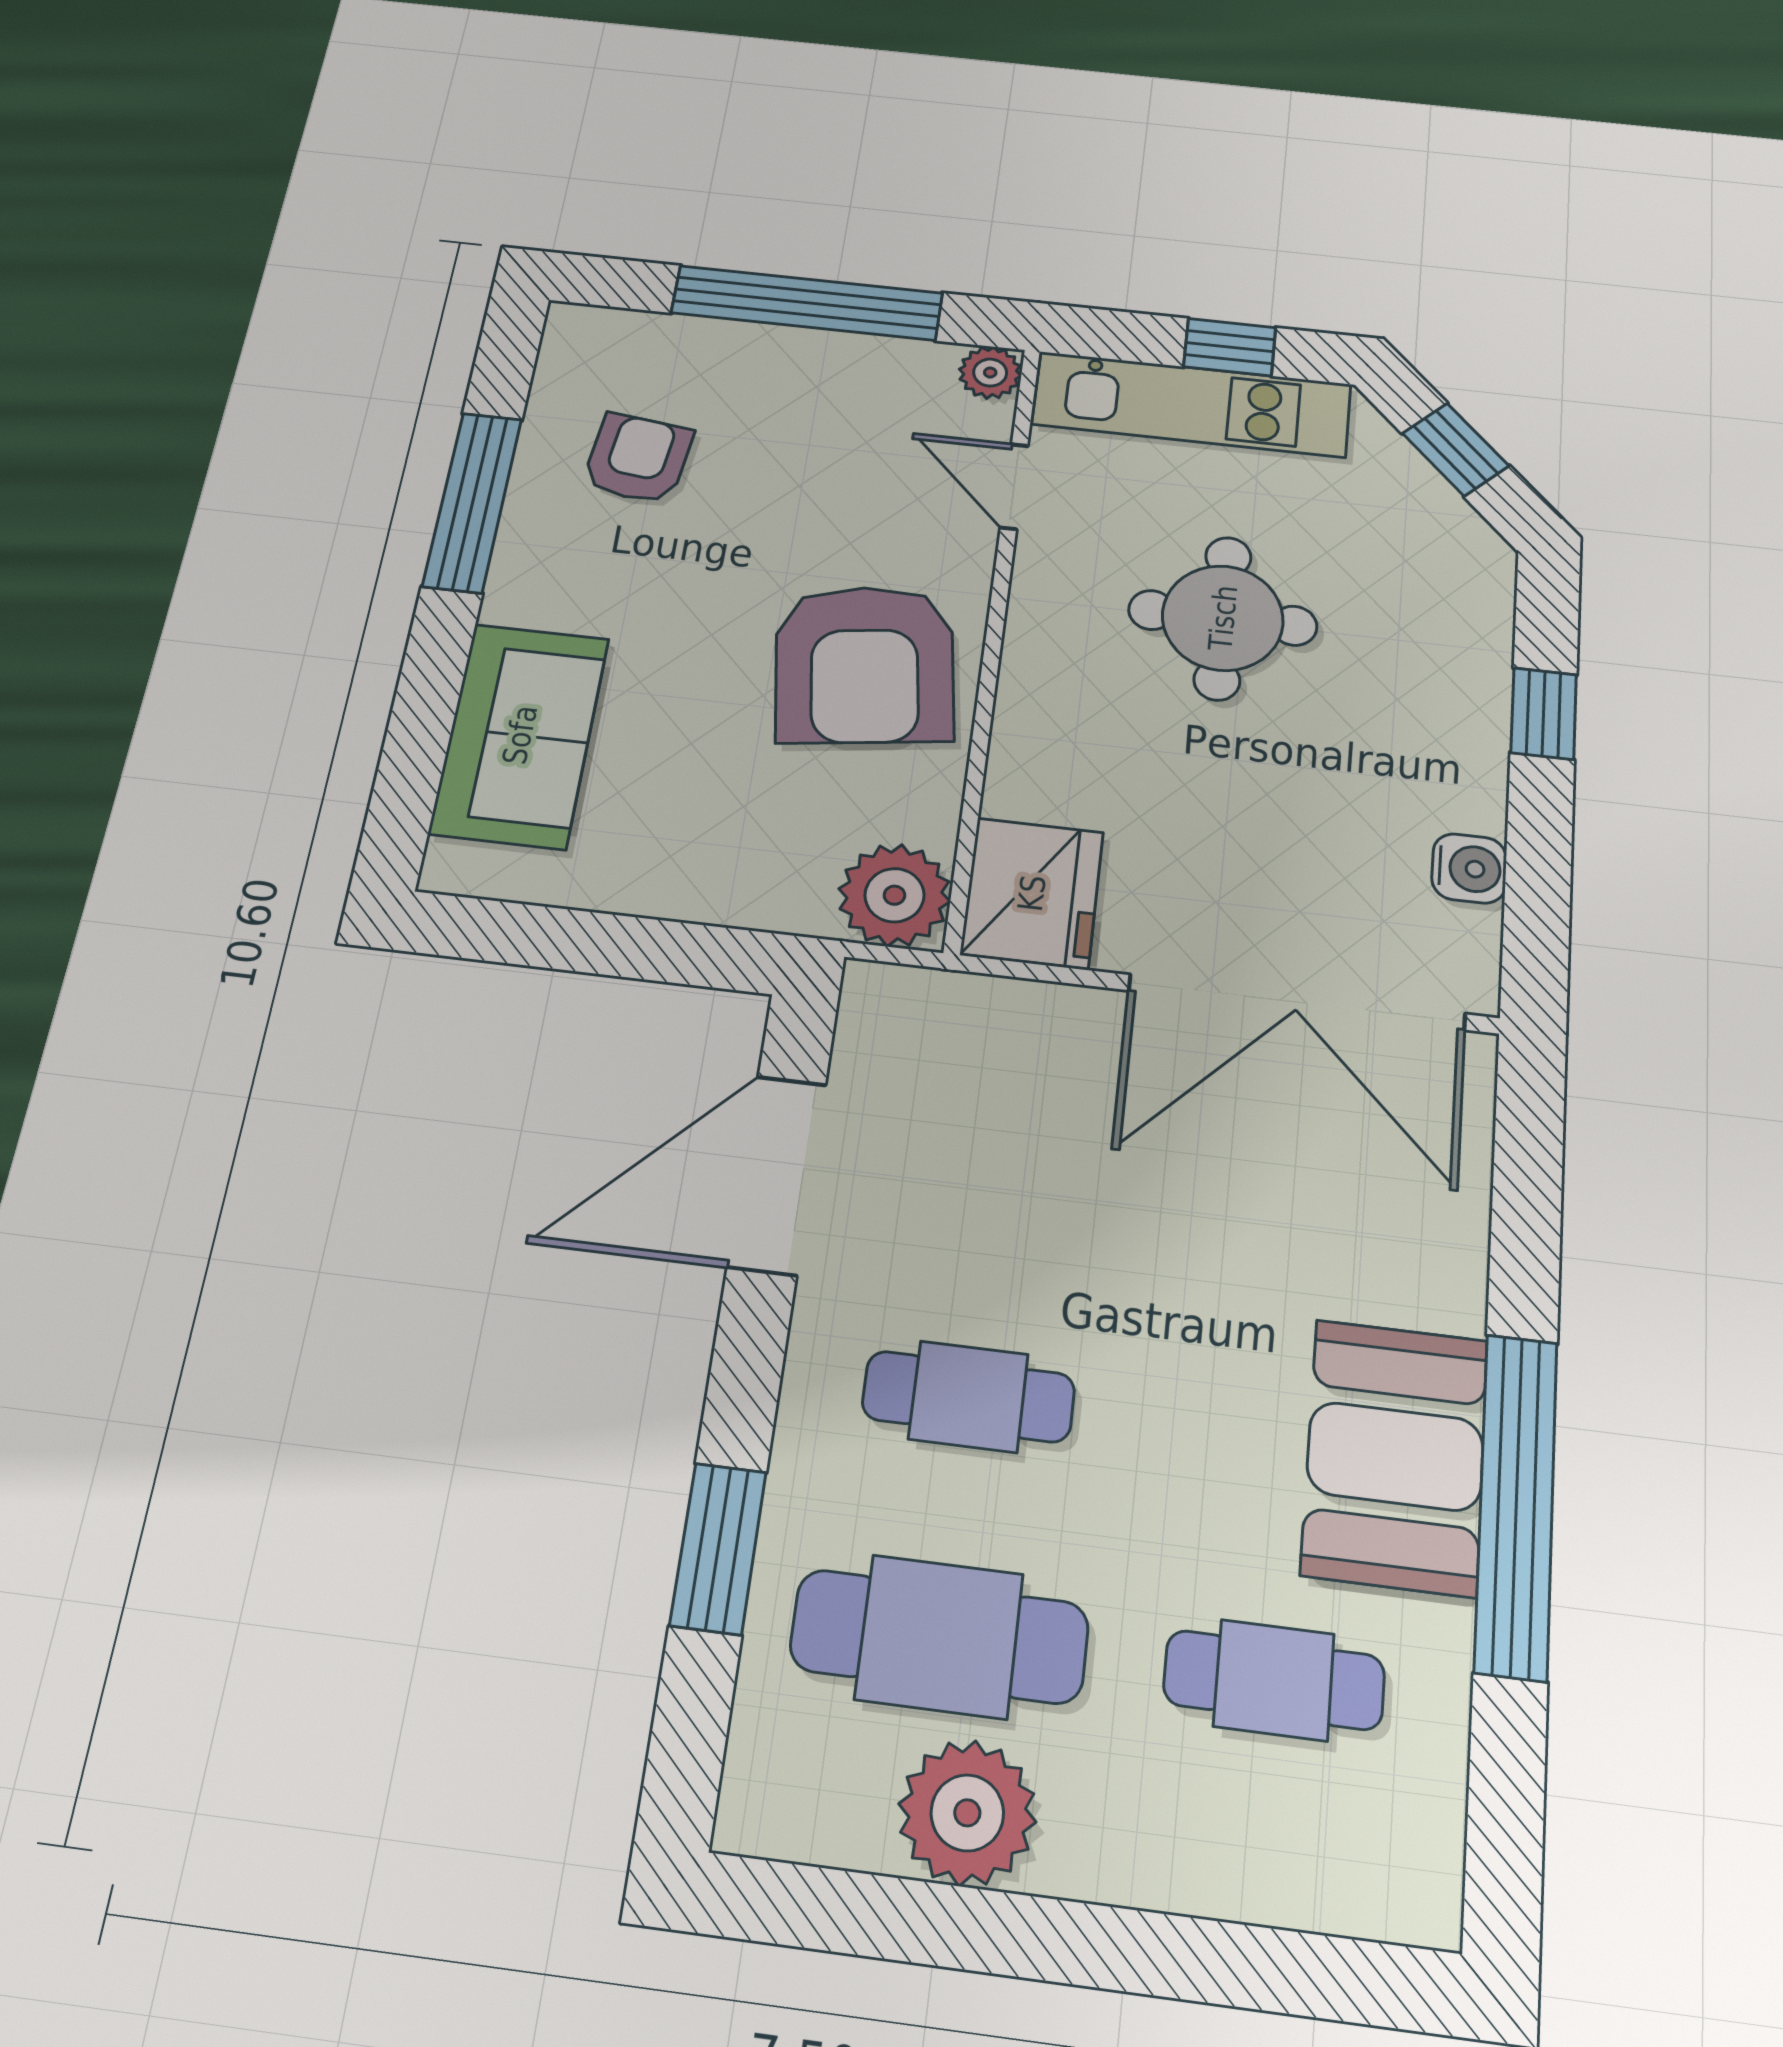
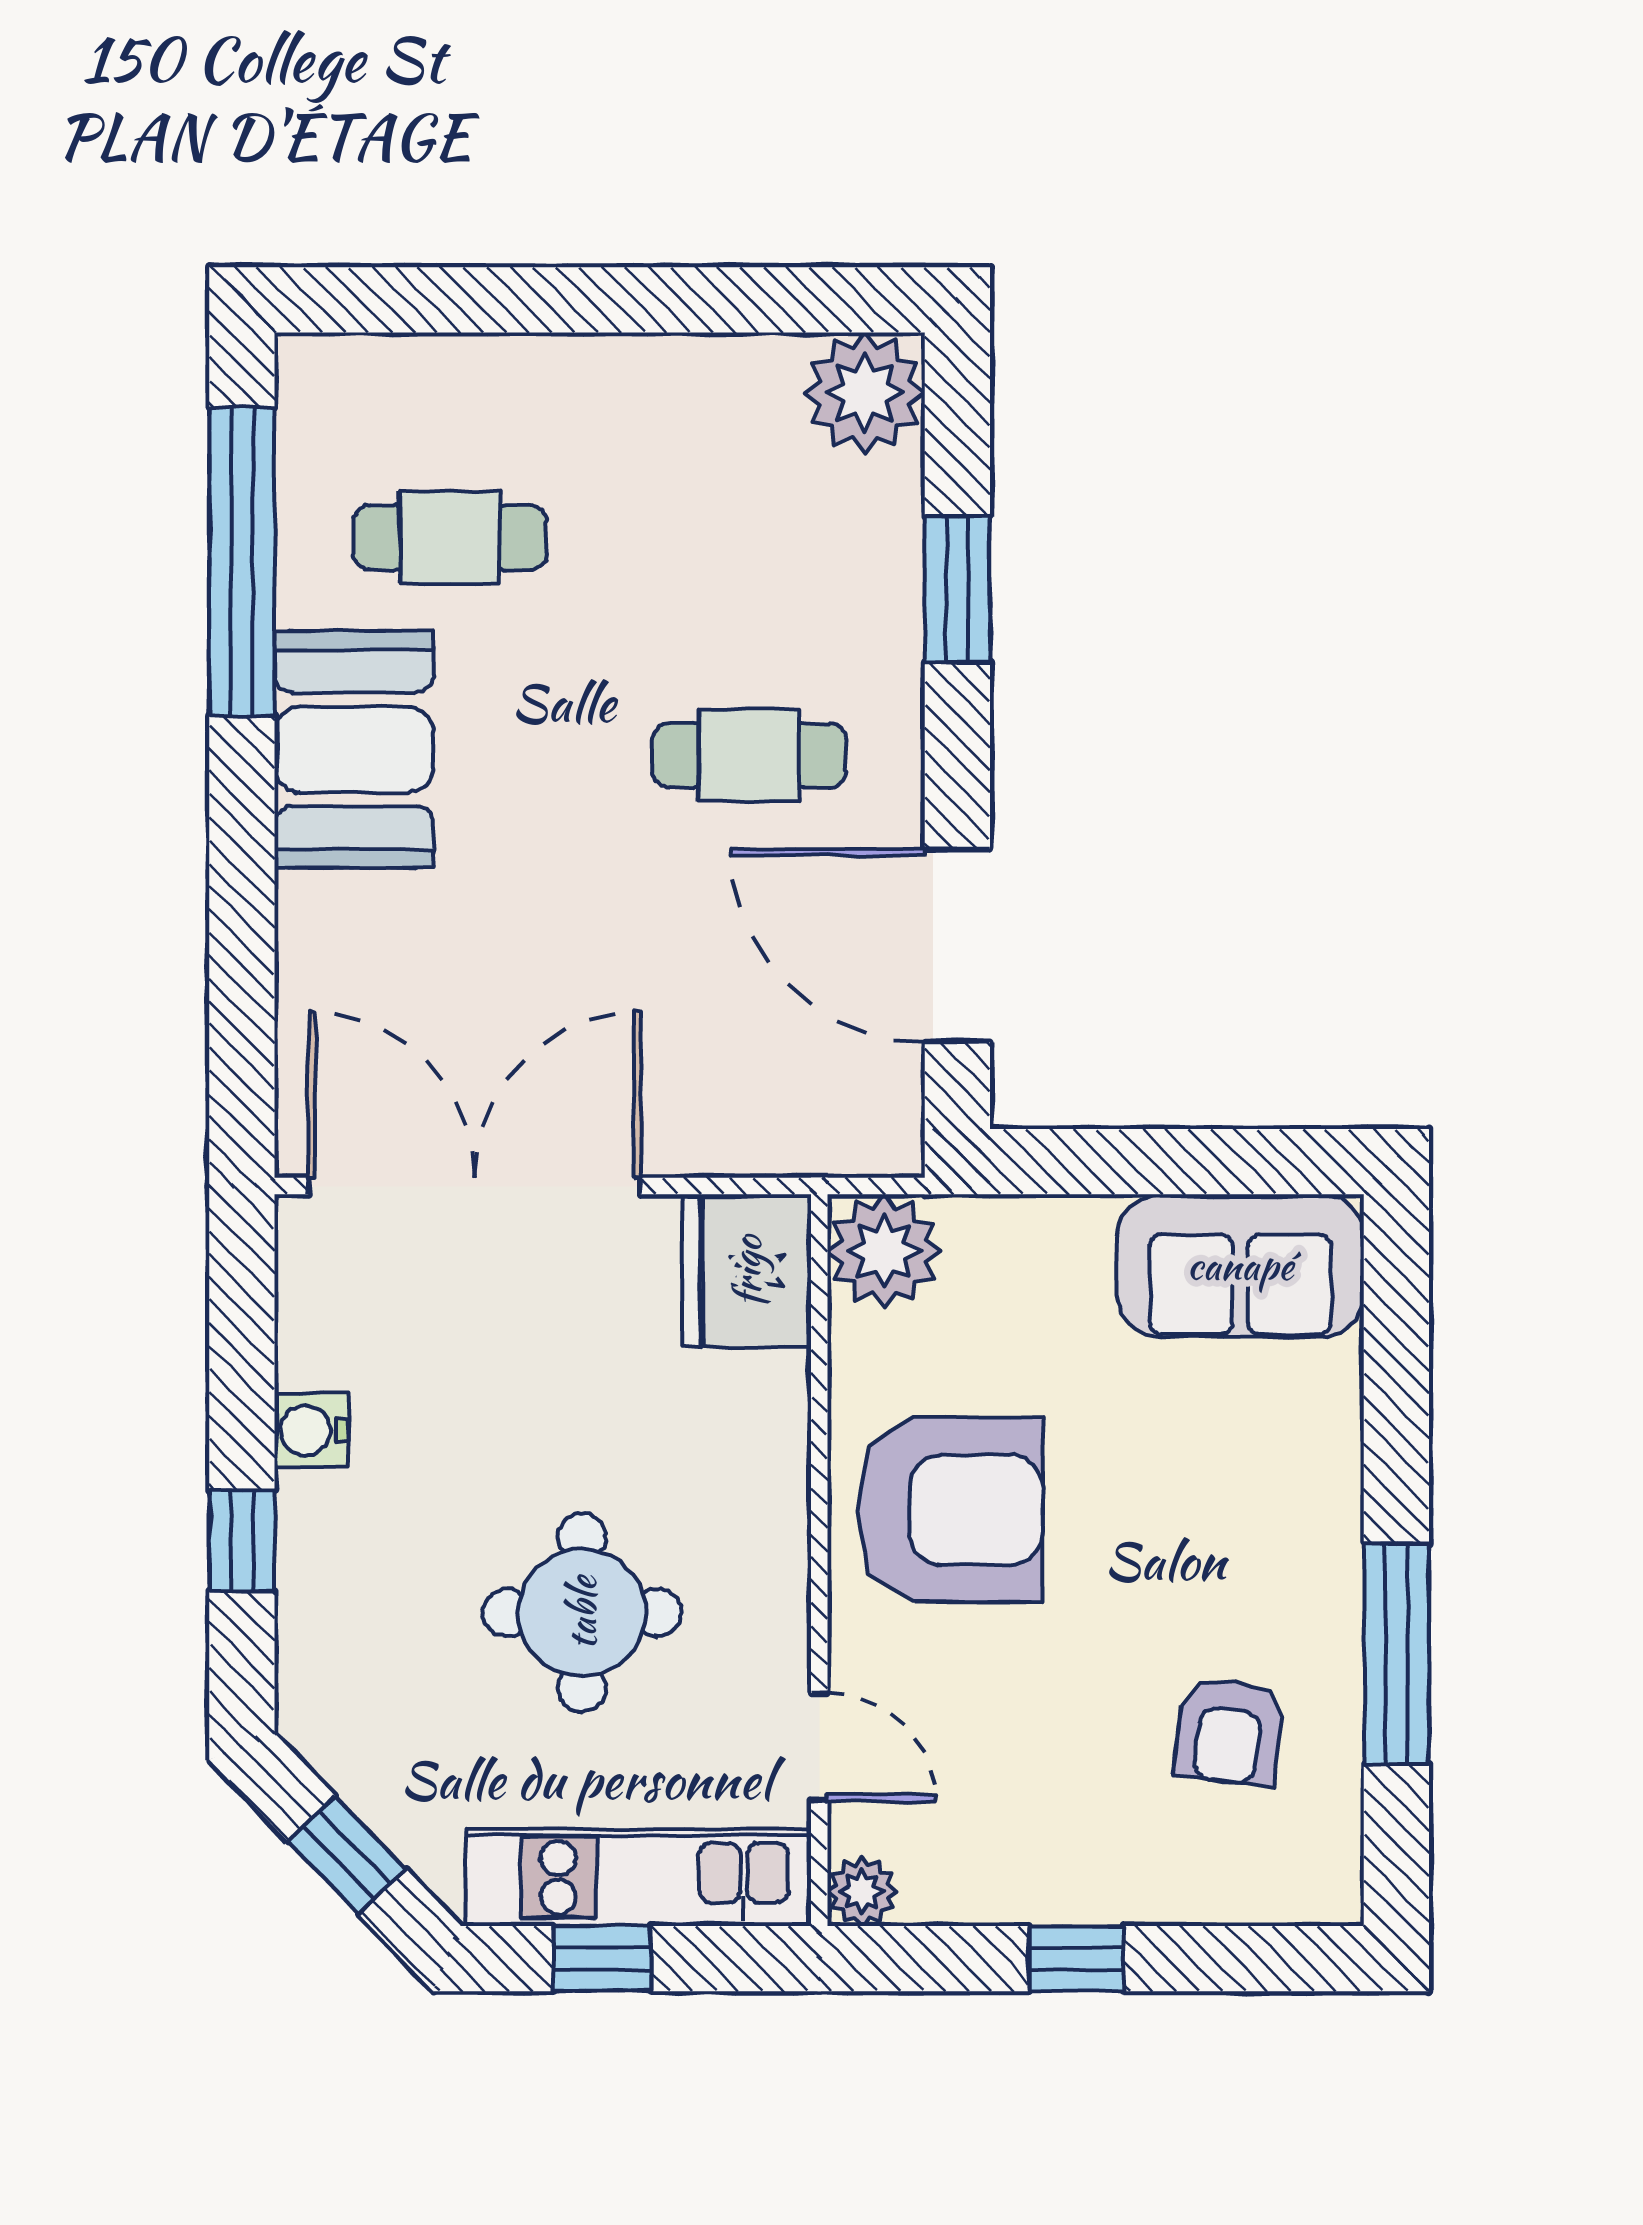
window: (807, 303) -> (1076, 1959), width x0.32
armchair: (864, 664) -> (950, 1510), turned 98
sofa: (520, 735) -> (1240, 1266), moved, turned -90
water cooler: (1469, 868) -> (311, 1430), moved
door: (777, 1175) -> (957, 945), swing flipped
window: (1516, 1504) -> (242, 562), moved
cafe table: (939, 1637) -> (749, 537), removed
plant: (967, 1813) -> (865, 393), moved

